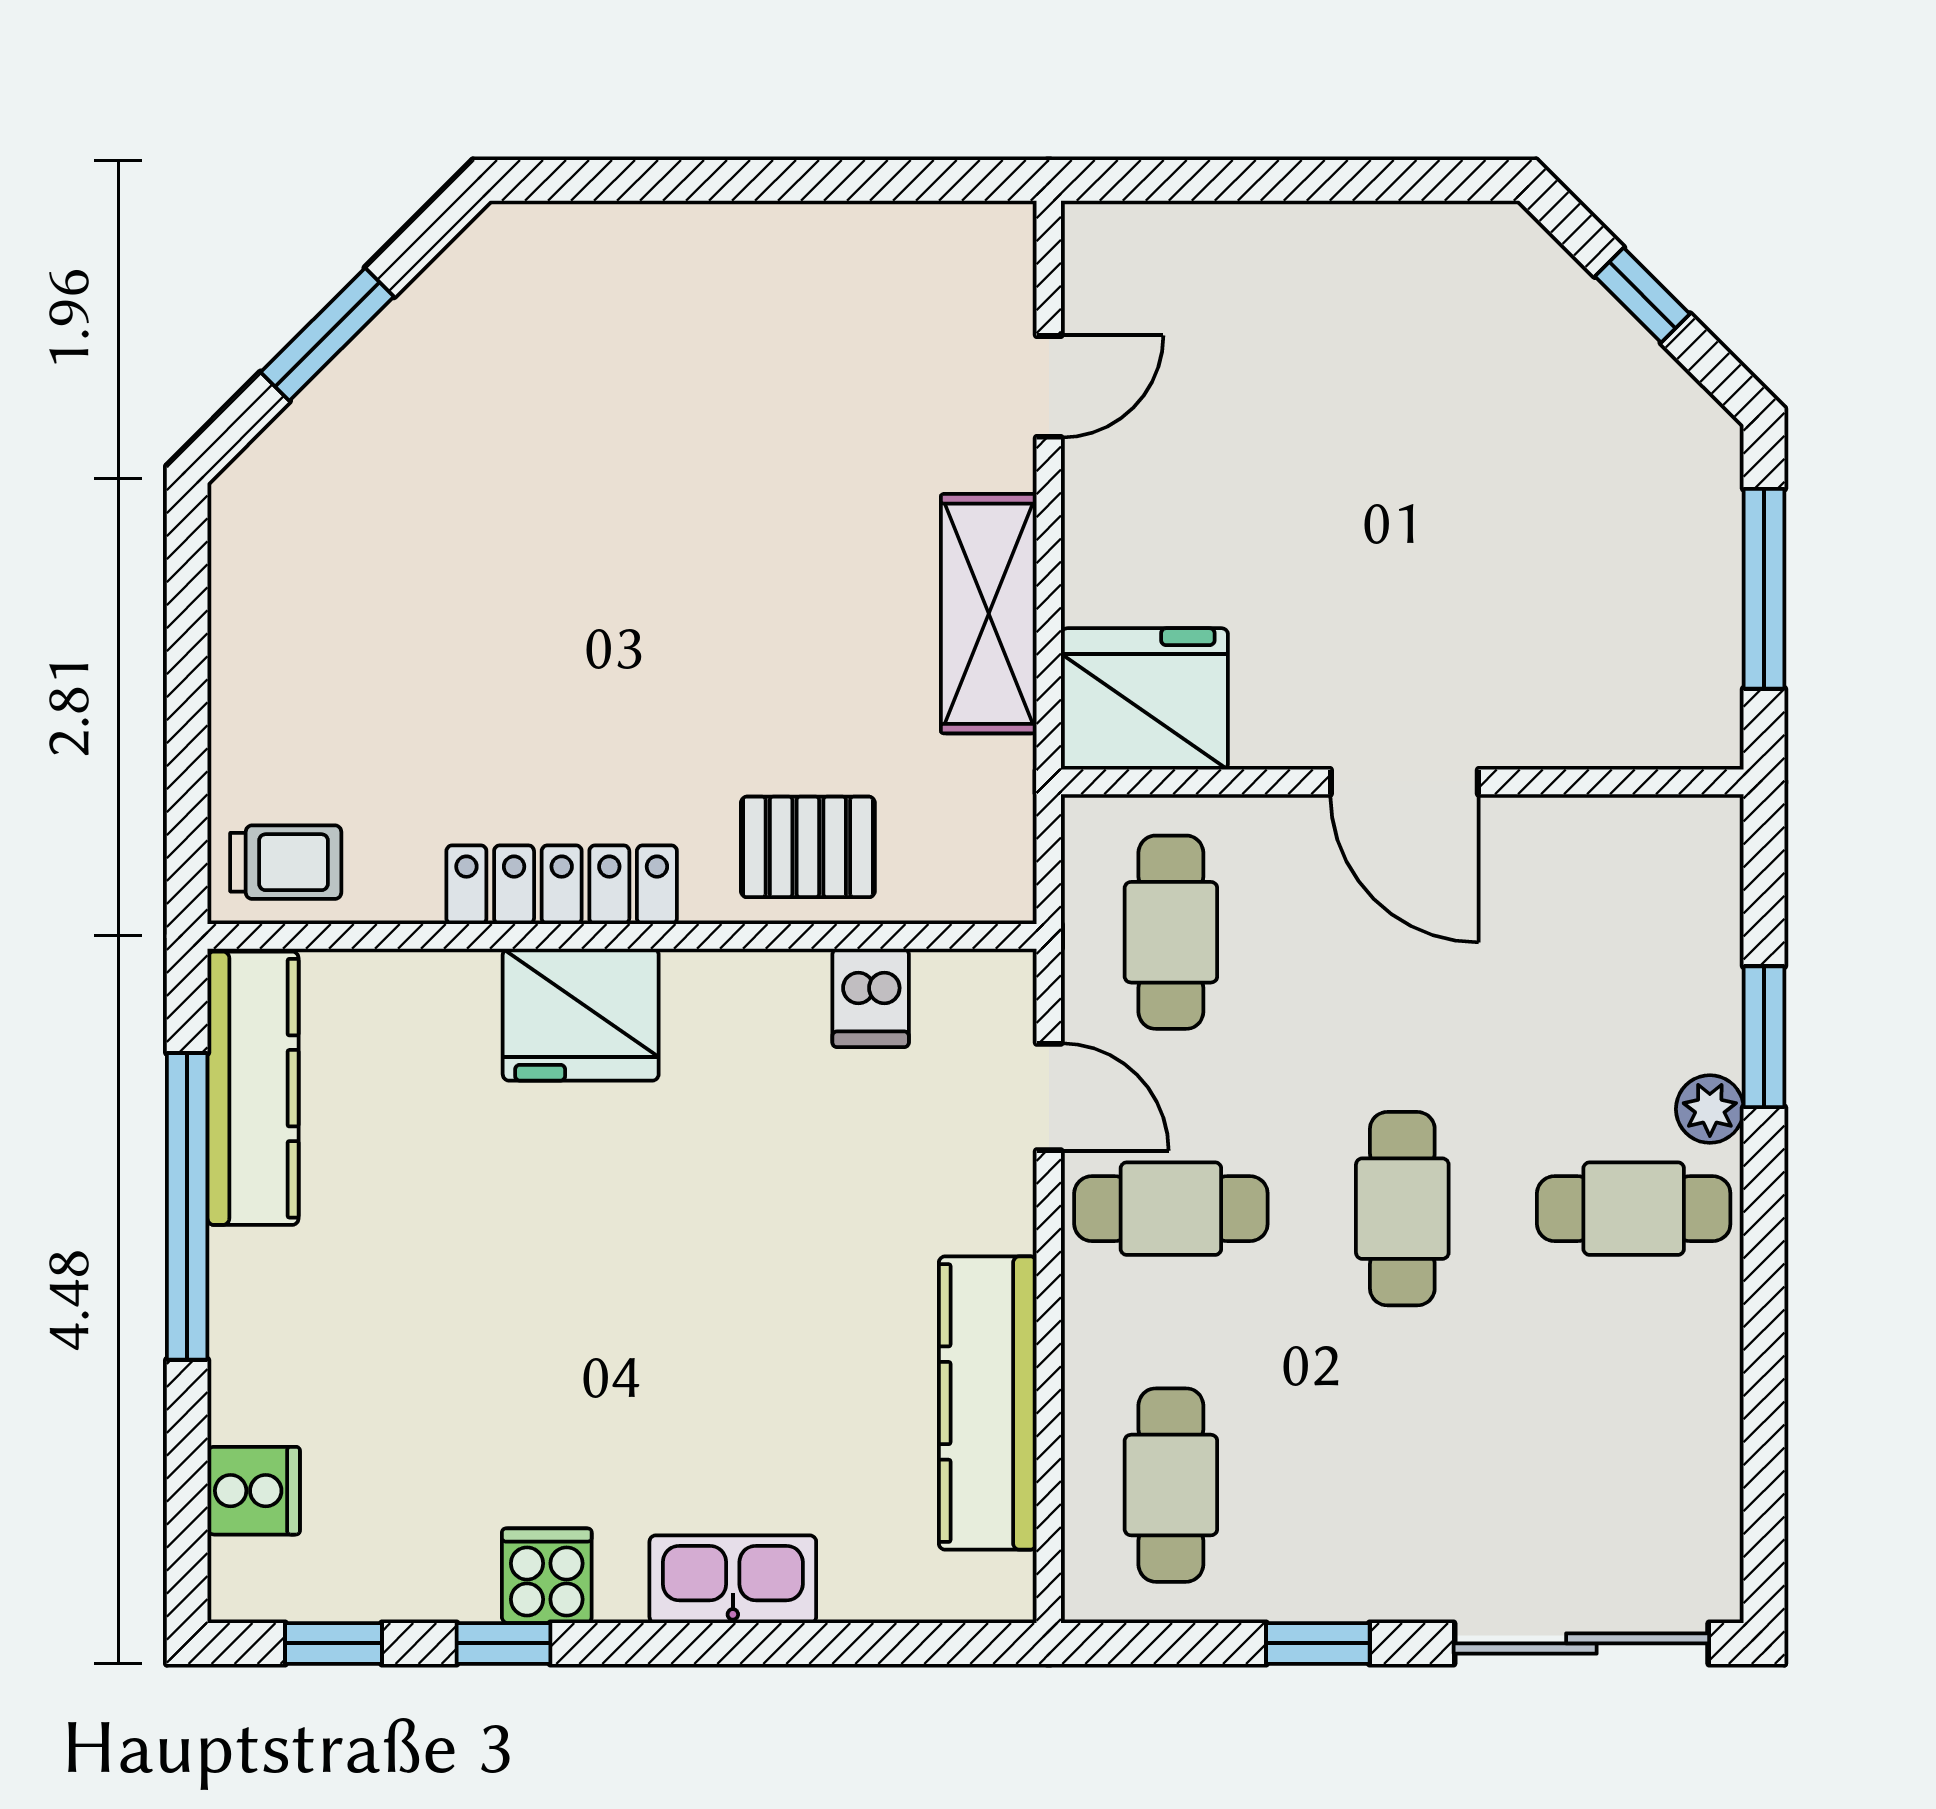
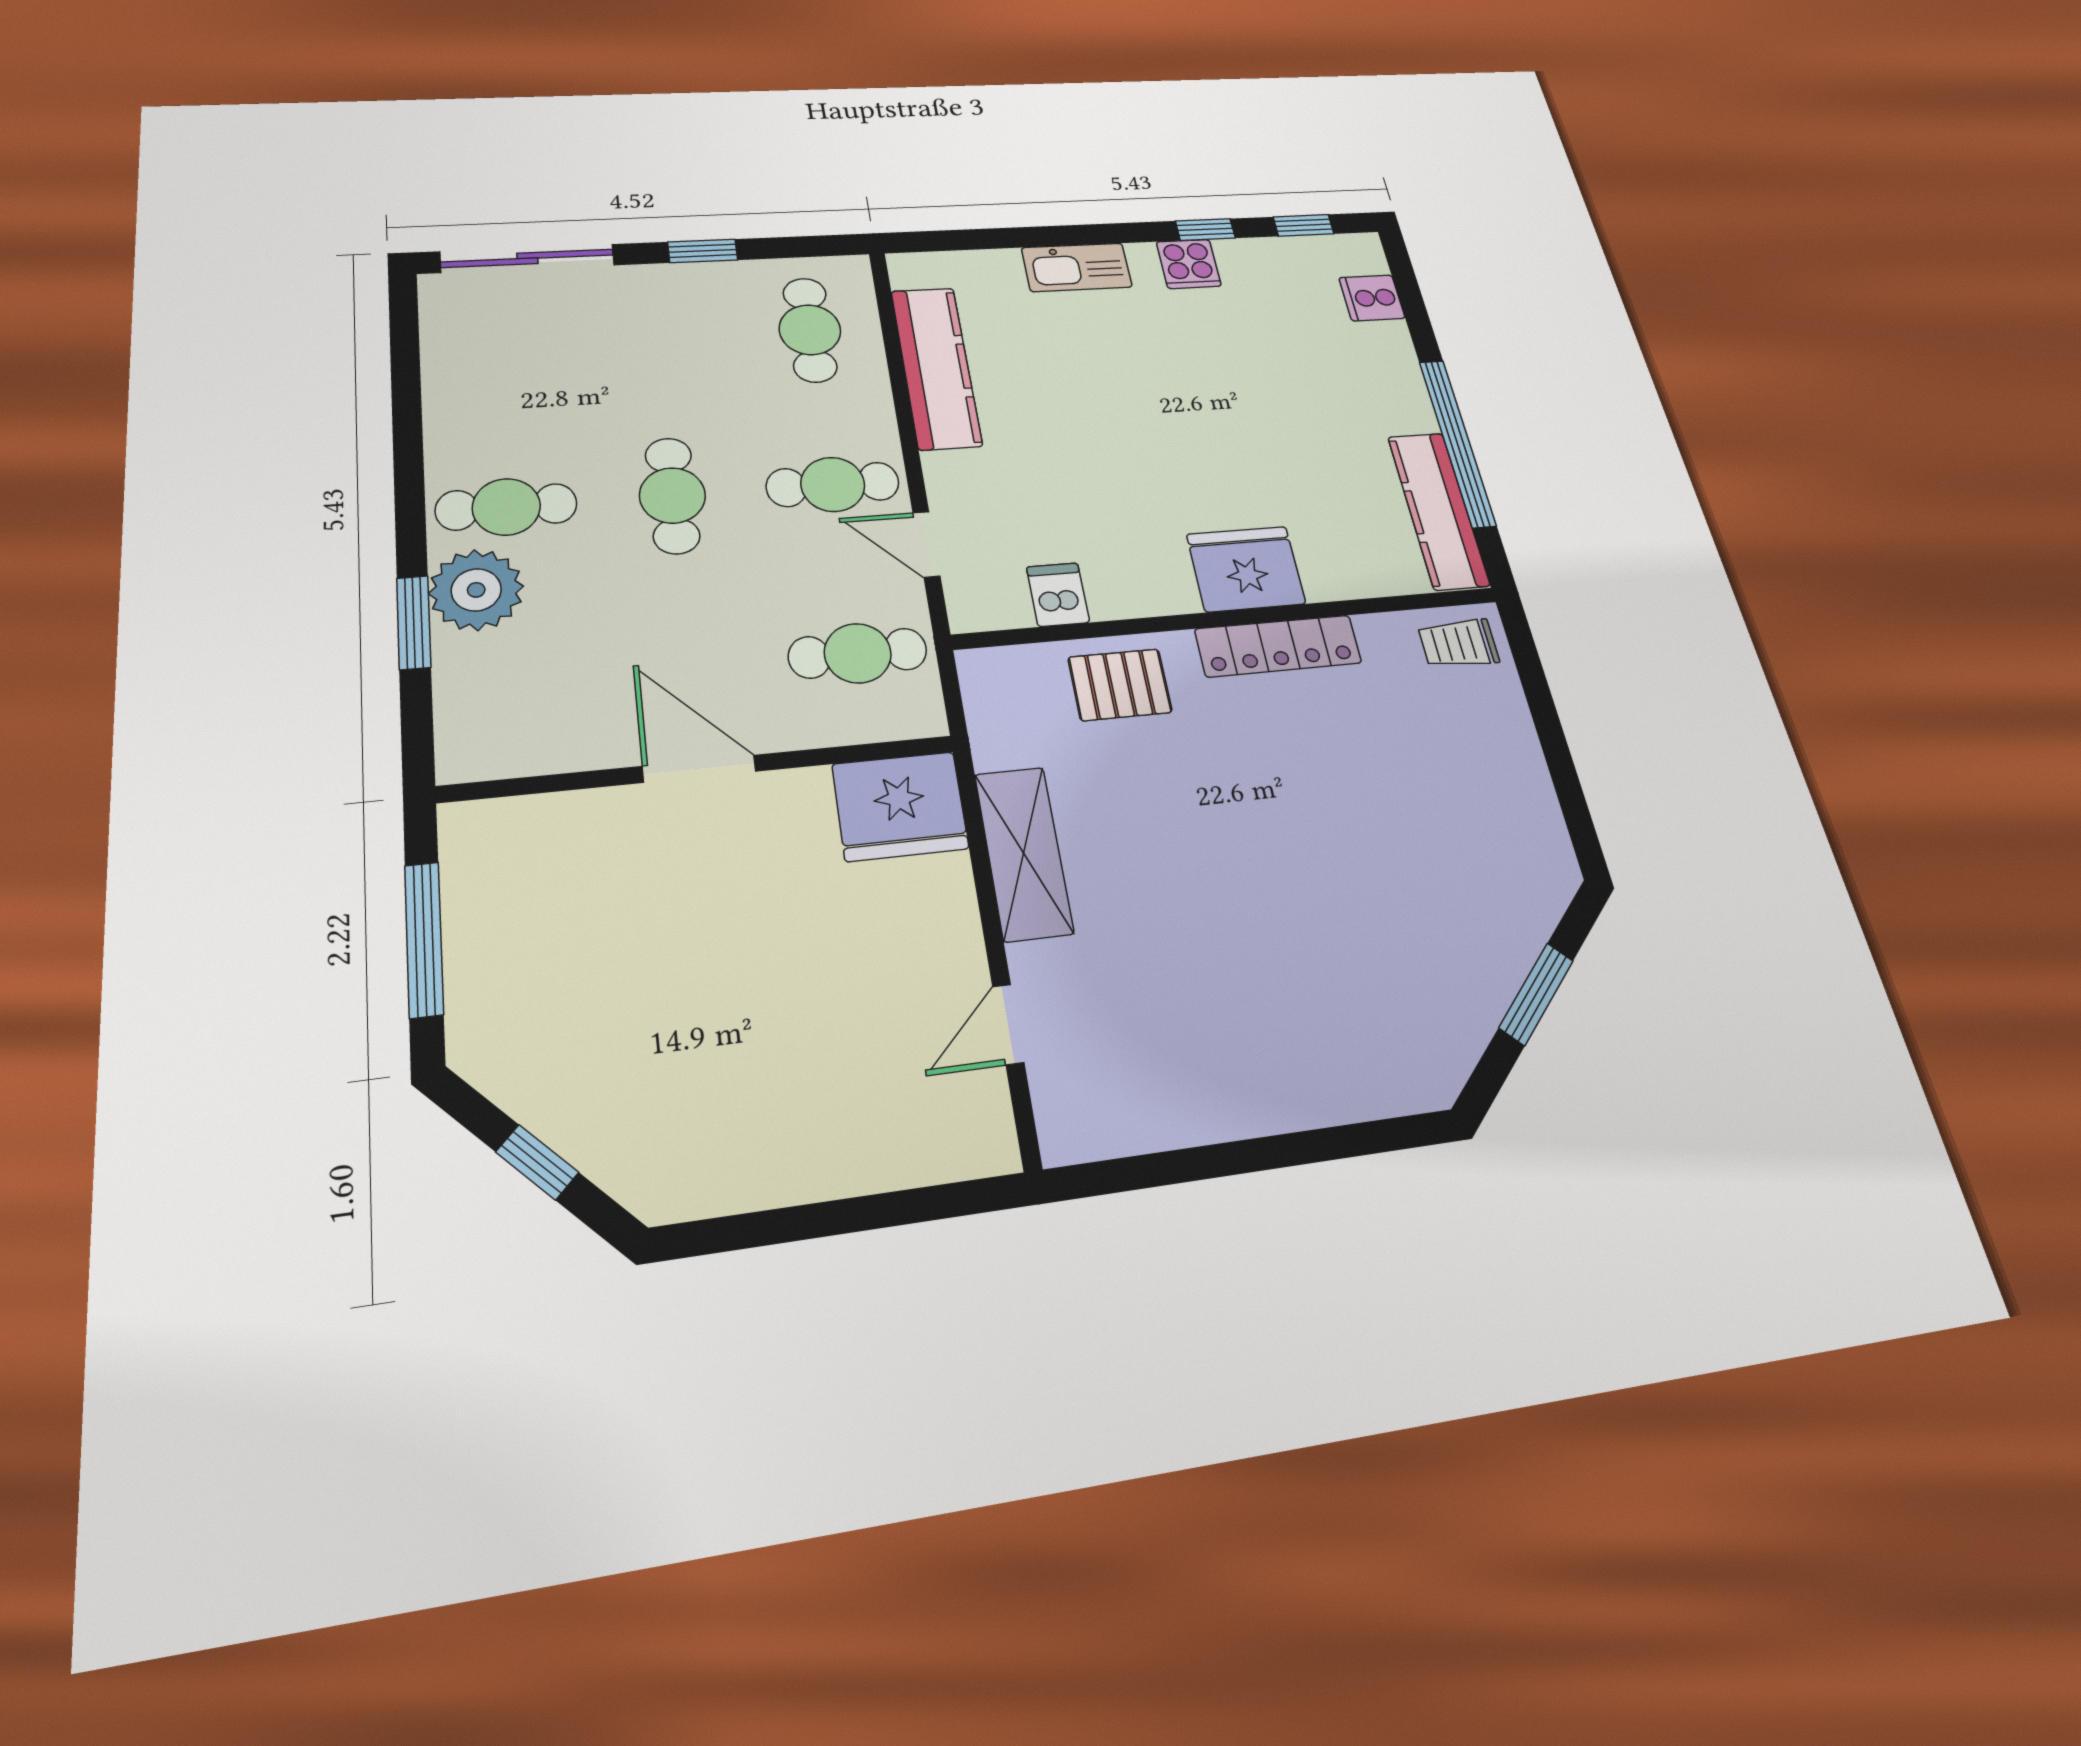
cafe table: (1171, 932) -> (858, 653), turned 90
plant: (1710, 1109) -> (476, 590), width x1.88, depth x1.88

